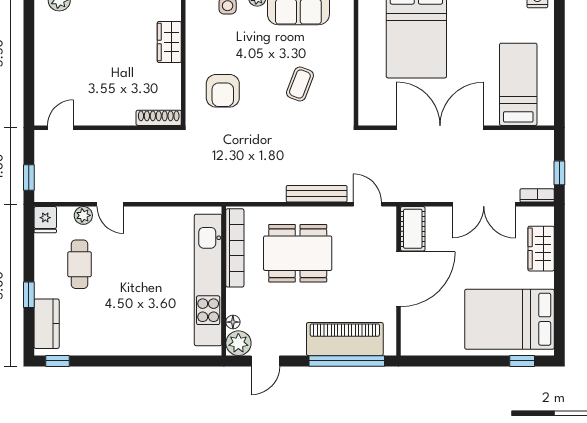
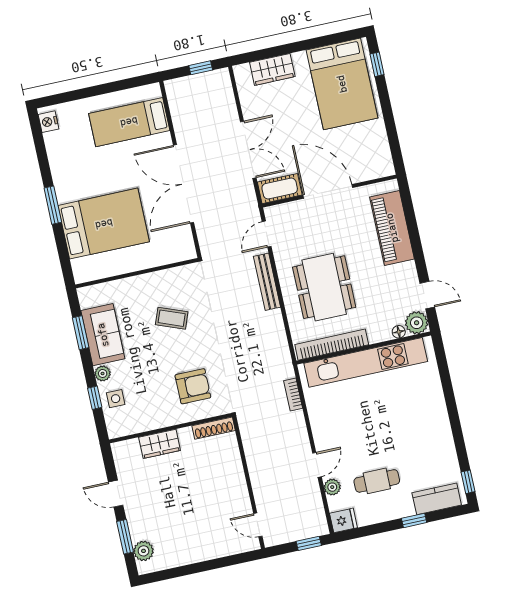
shoe rack: (159, 118) -> (214, 428), moved, turned -90
bookcase: (537, 195) -> (293, 394), moved
double door: (484, 204) -> (248, 150), moved
window: (347, 361) -> (411, 222), removed

